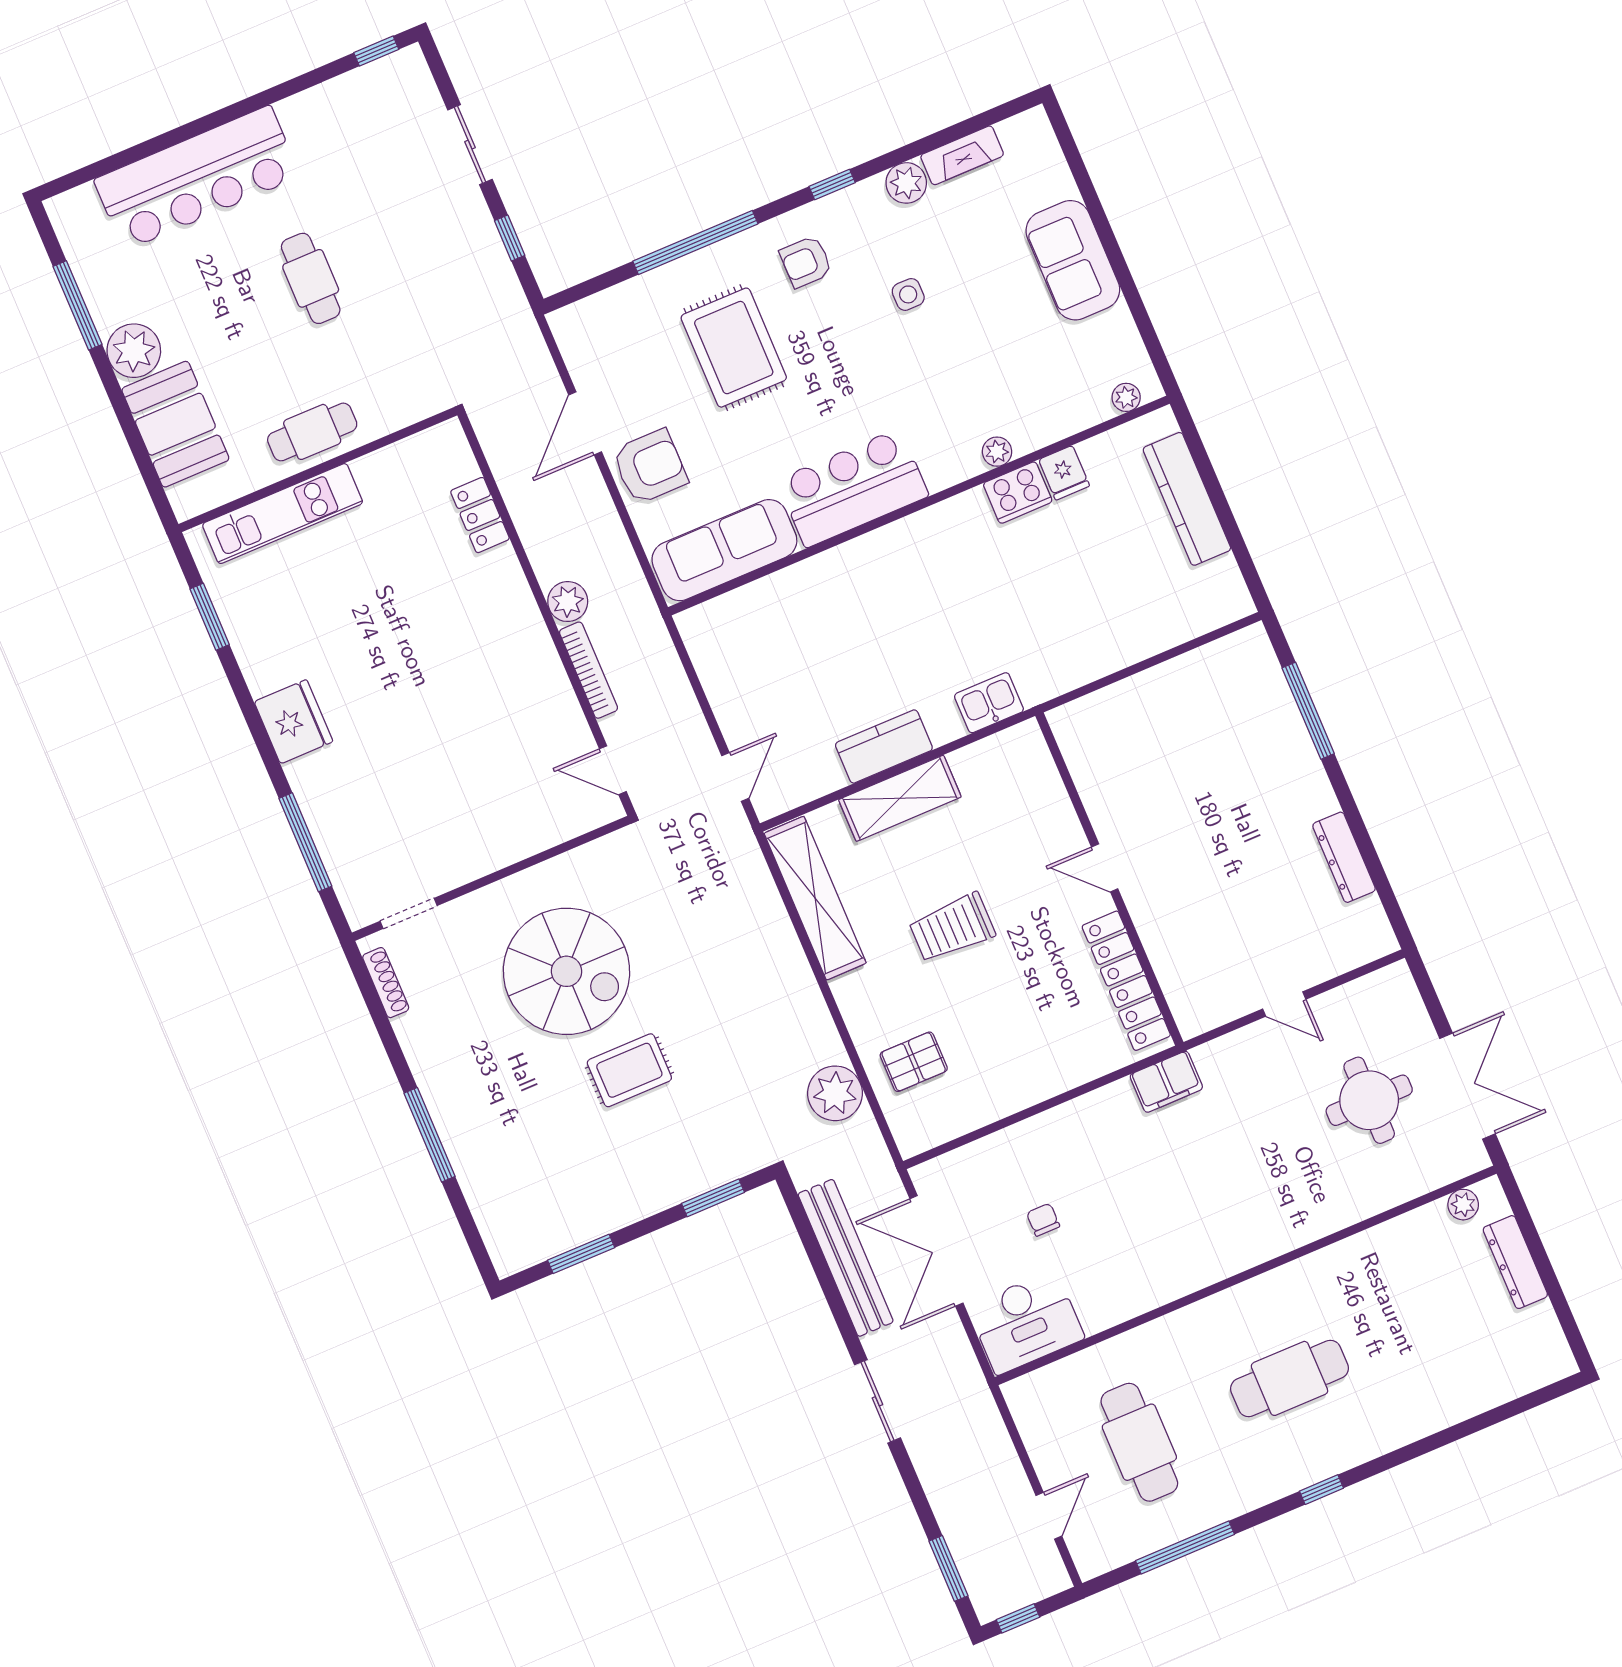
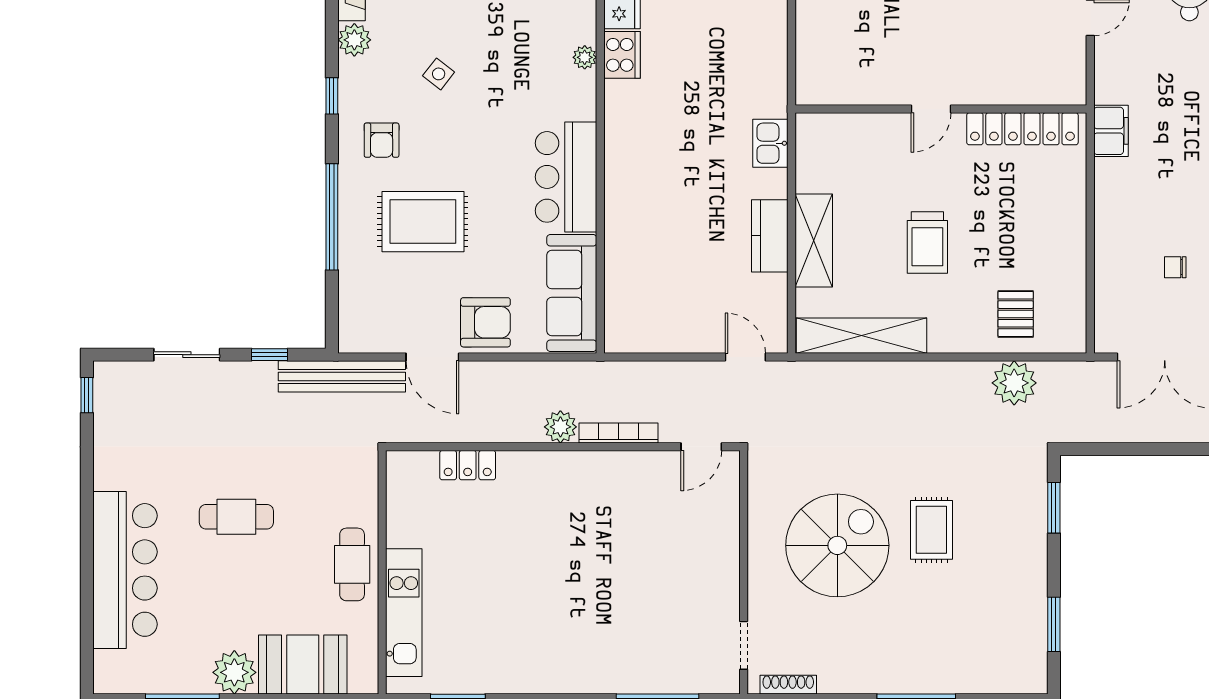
side table: (908, 294) -> (439, 74), turned 38
armchair: (650, 467) -> (485, 322), turned 90
fridge: (293, 722) -> (563, 671), removed
bench: (846, 1258) -> (342, 376), moved

